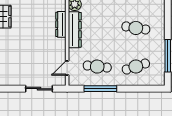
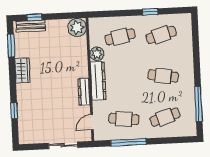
dresser: (61, 24) -> (84, 92), moved

